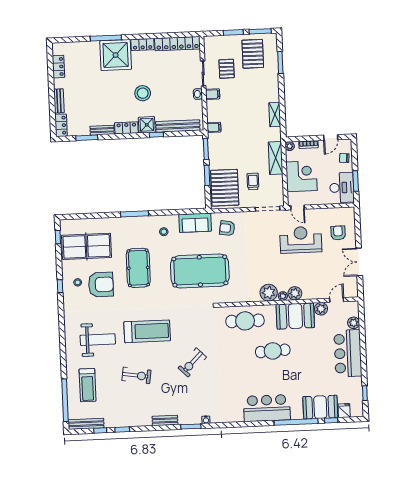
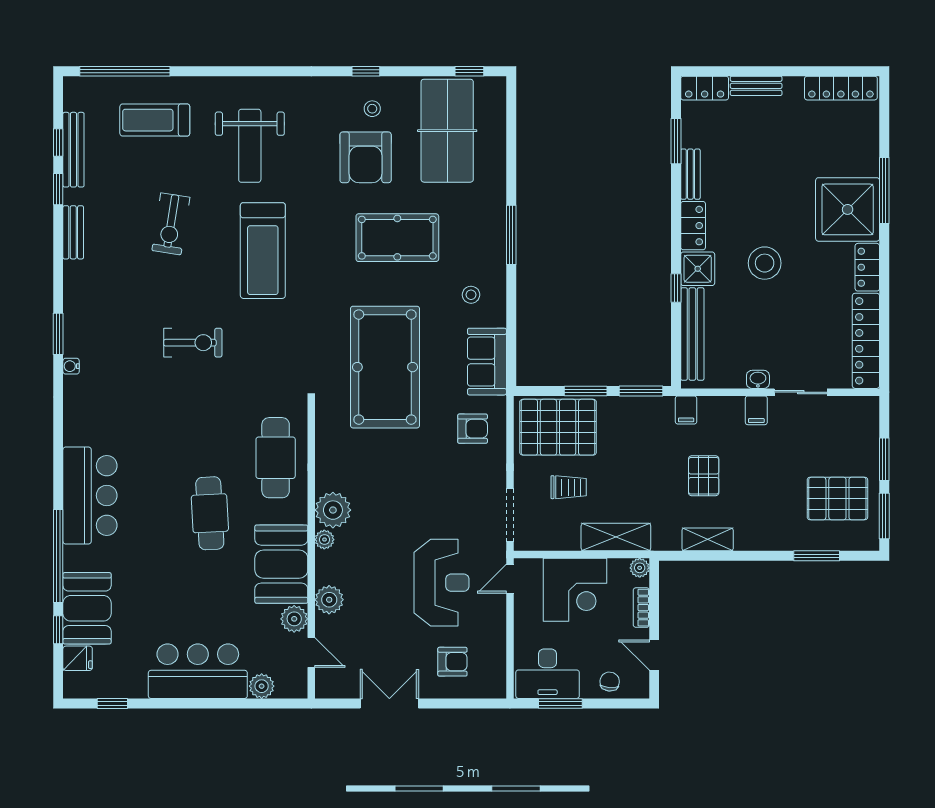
locker: (58, 67) -> (841, 88), width x1.53
pallet: (227, 69) -> (704, 476), moved, turned 90
armchair: (227, 228) -> (473, 429), turned 81
plant: (295, 293) -> (329, 600), moved
exercise bike: (192, 363) -> (193, 343), turned 135
bench: (165, 421) -> (73, 232), moved
bench: (86, 424) -> (73, 150), moved

